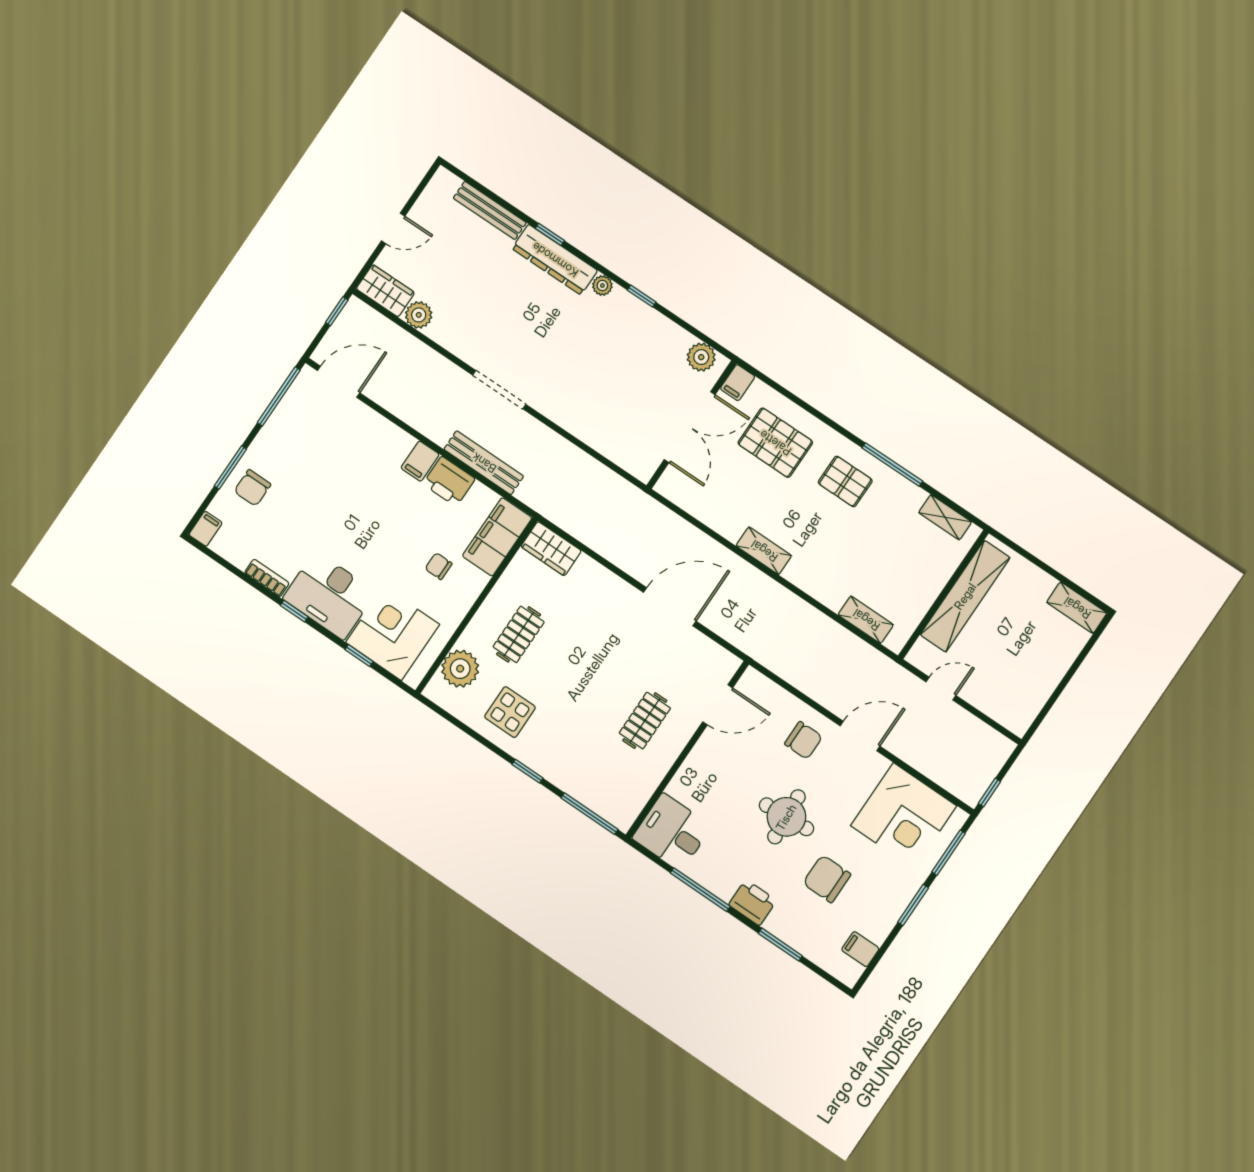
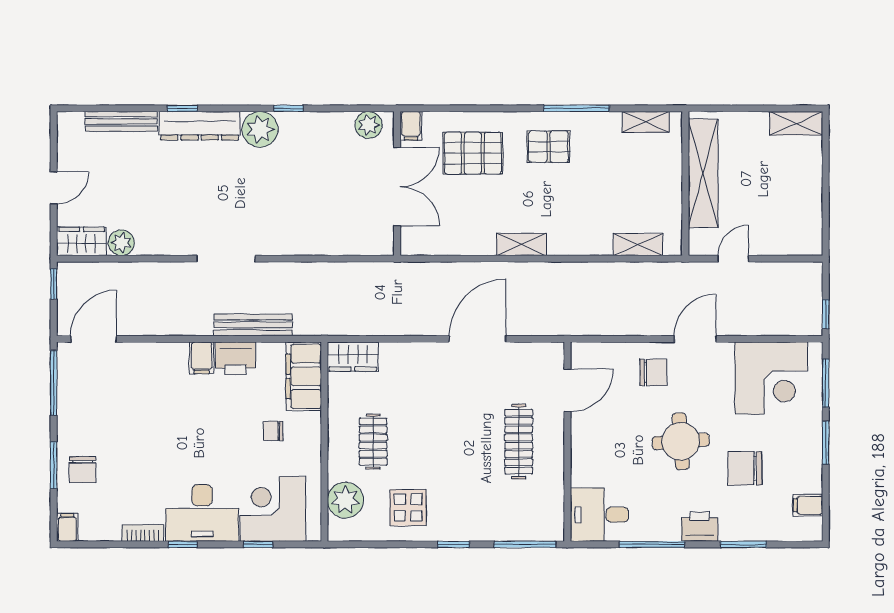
plant: (602, 286) -> (260, 129), width x1.88, depth x1.88
clothes rail: (645, 721) -> (519, 442), width x1.36

